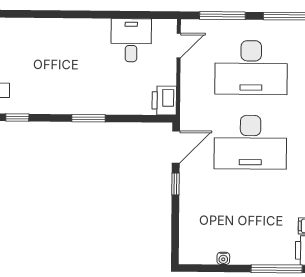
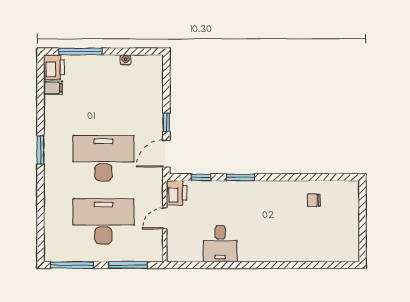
desk: (131, 40) -> (220, 244), moved
door: (179, 46) -> (165, 218), moved
window: (17, 118) -> (201, 177), moved

